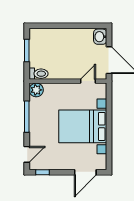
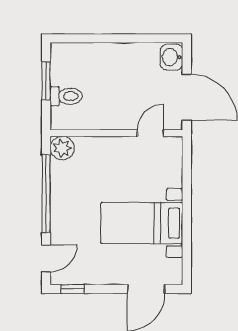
toilet: (39, 74) -> (66, 96), moved
window: (27, 117) -> (46, 194), width x1.46
bed with nightstands: (83, 126) -> (142, 223), width x0.73

